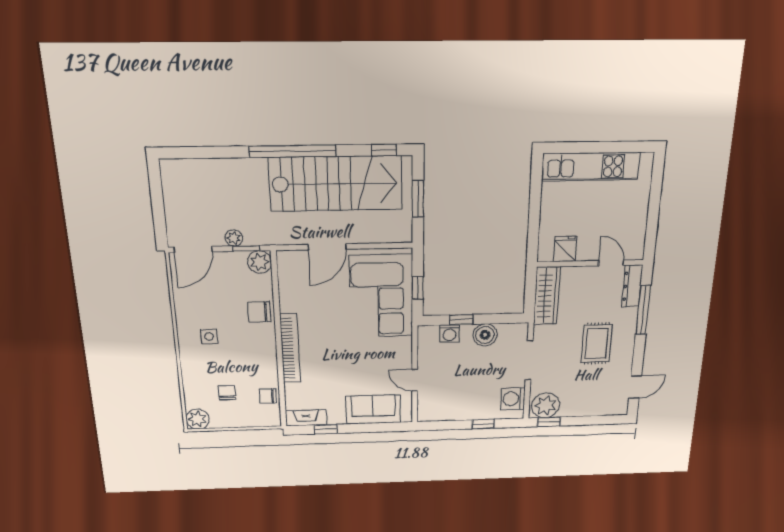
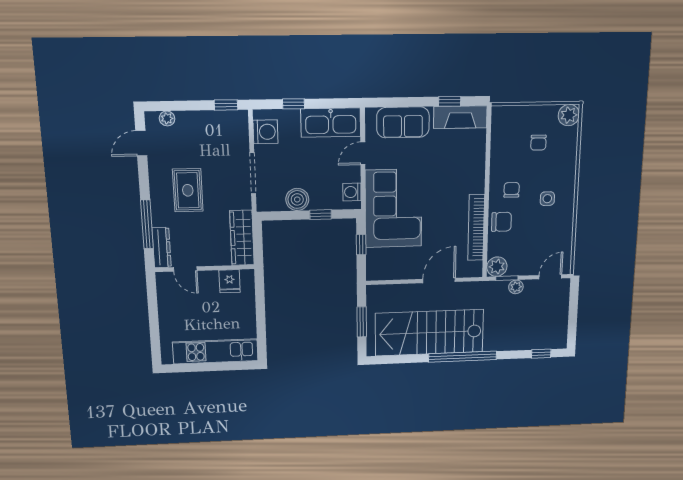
window: (384, 150) -> (541, 354), moved
door: (193, 249) -> (550, 277), width x0.73
corner sofa: (381, 296) -> (394, 208), moved
washing machine: (449, 334) -> (352, 192), moved, turned -90
bookcase: (290, 348) -> (476, 228), moved
door: (415, 380) -> (363, 153), swing flipped
chair: (268, 396) -> (512, 190), moved, turned -90
plant: (546, 405) -> (167, 118), moved, width x0.53, depth x0.53
kitchen sink: (447, 408) -> (331, 123), added
fireplace: (306, 418) -> (460, 117), width x1.37, depth x1.32

